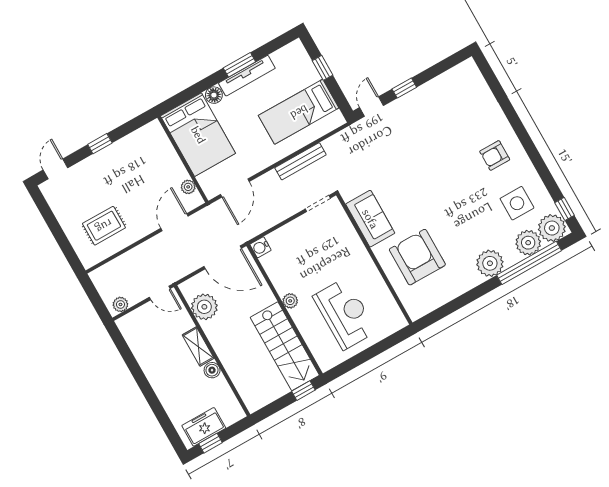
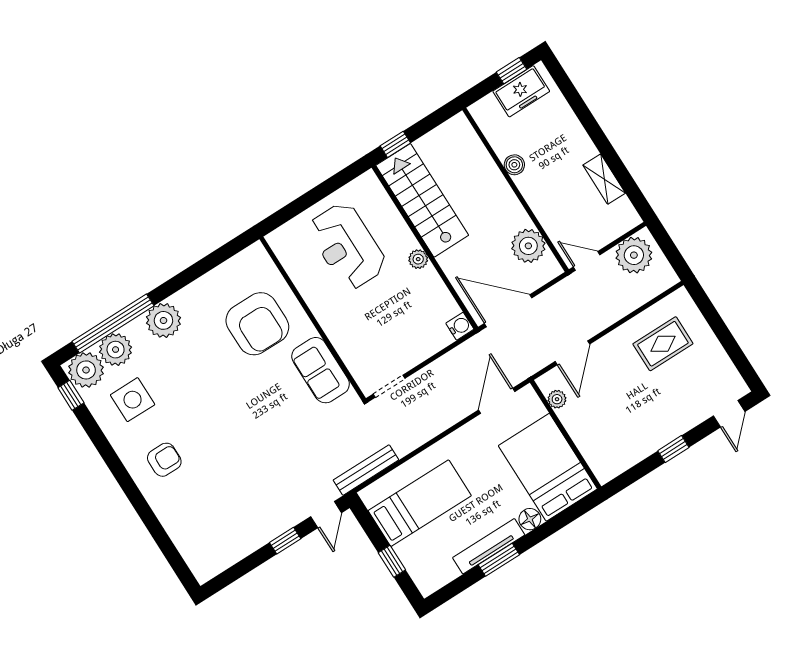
bench: (300, 161) -> (366, 470), moved
plant: (120, 304) -> (634, 255), width x1.88, depth x1.88
shelving: (198, 347) -> (604, 179), moved

